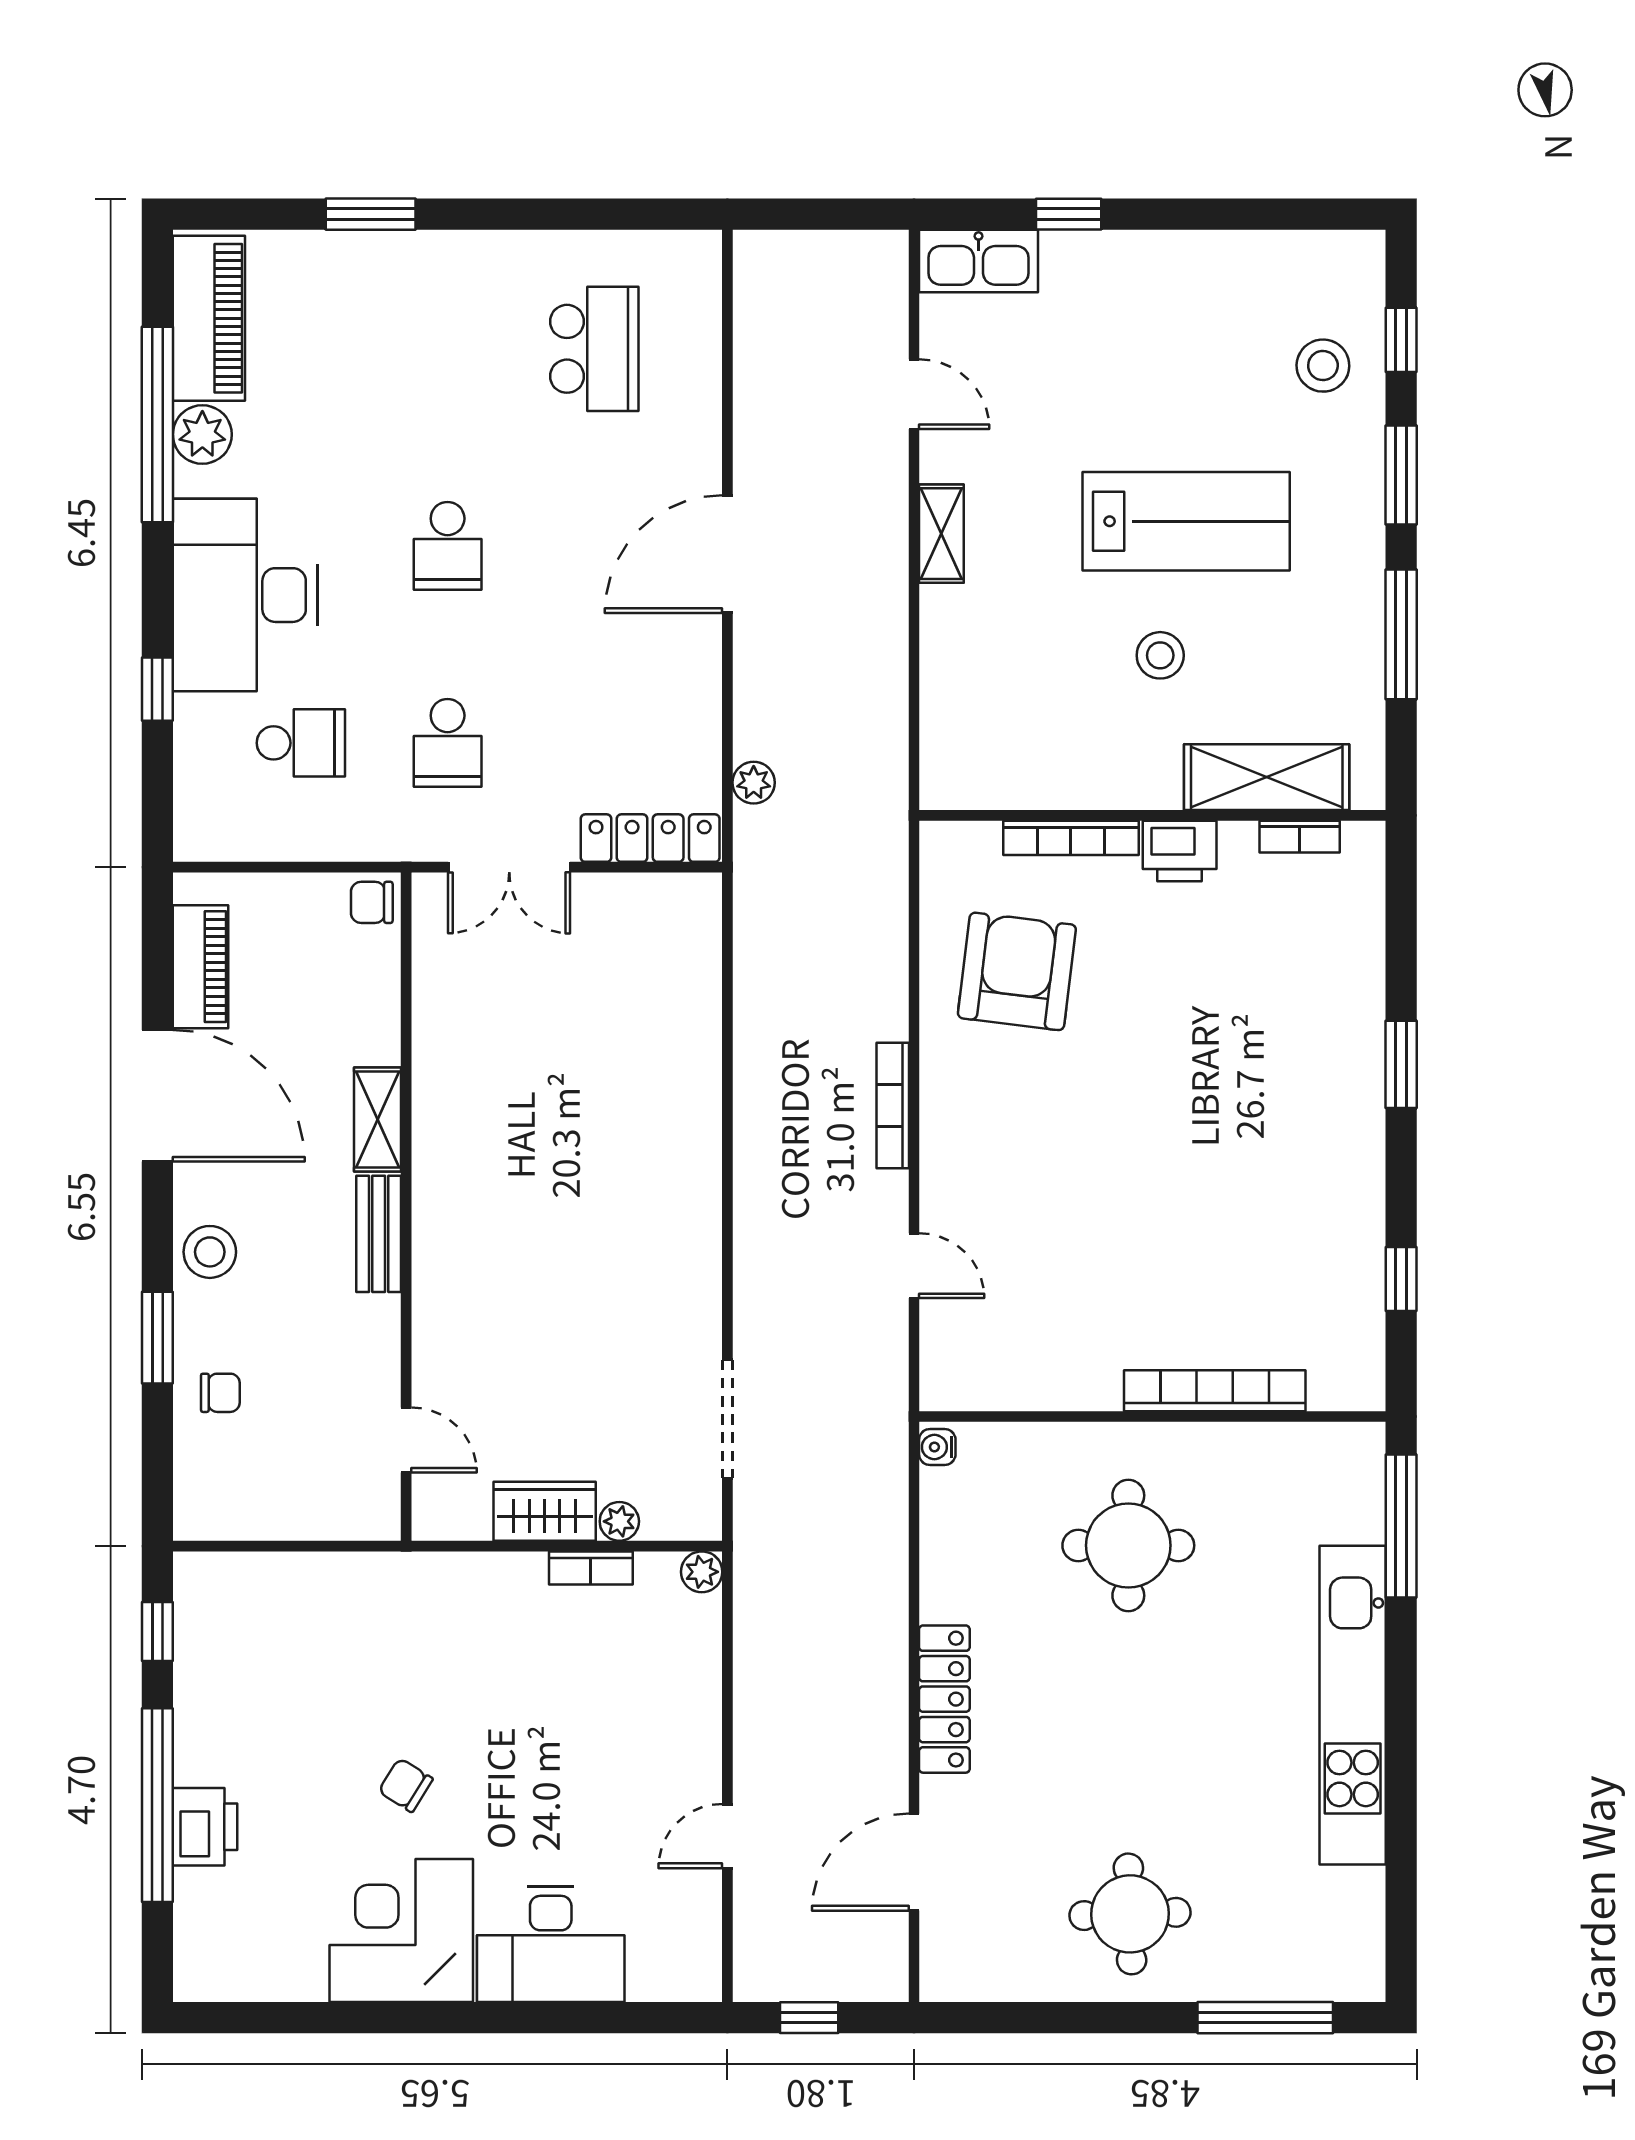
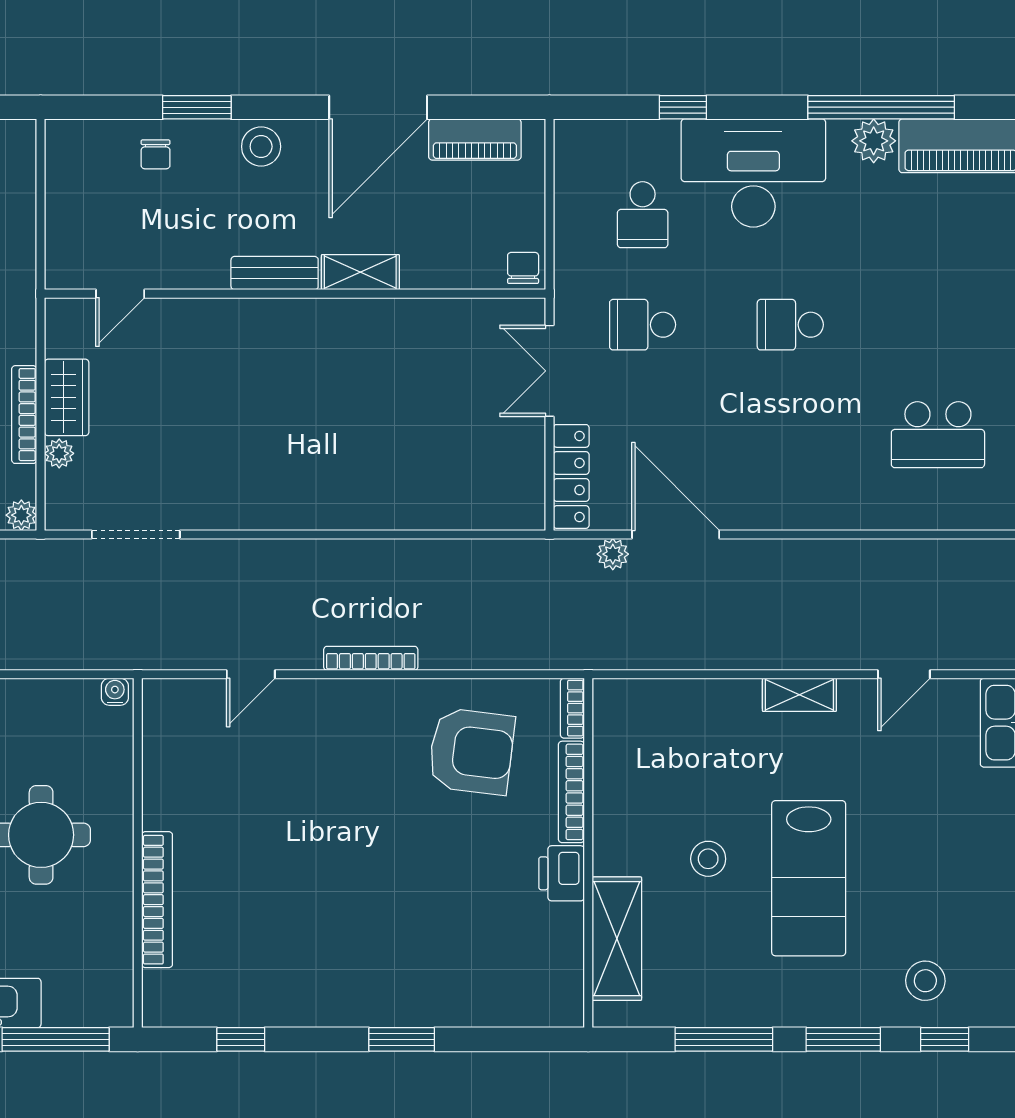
door: (727, 554) -> (676, 534), moved
bookcase: (1300, 837) -> (572, 708), moved
bookcase: (591, 1568) -> (24, 415), width x1.56

